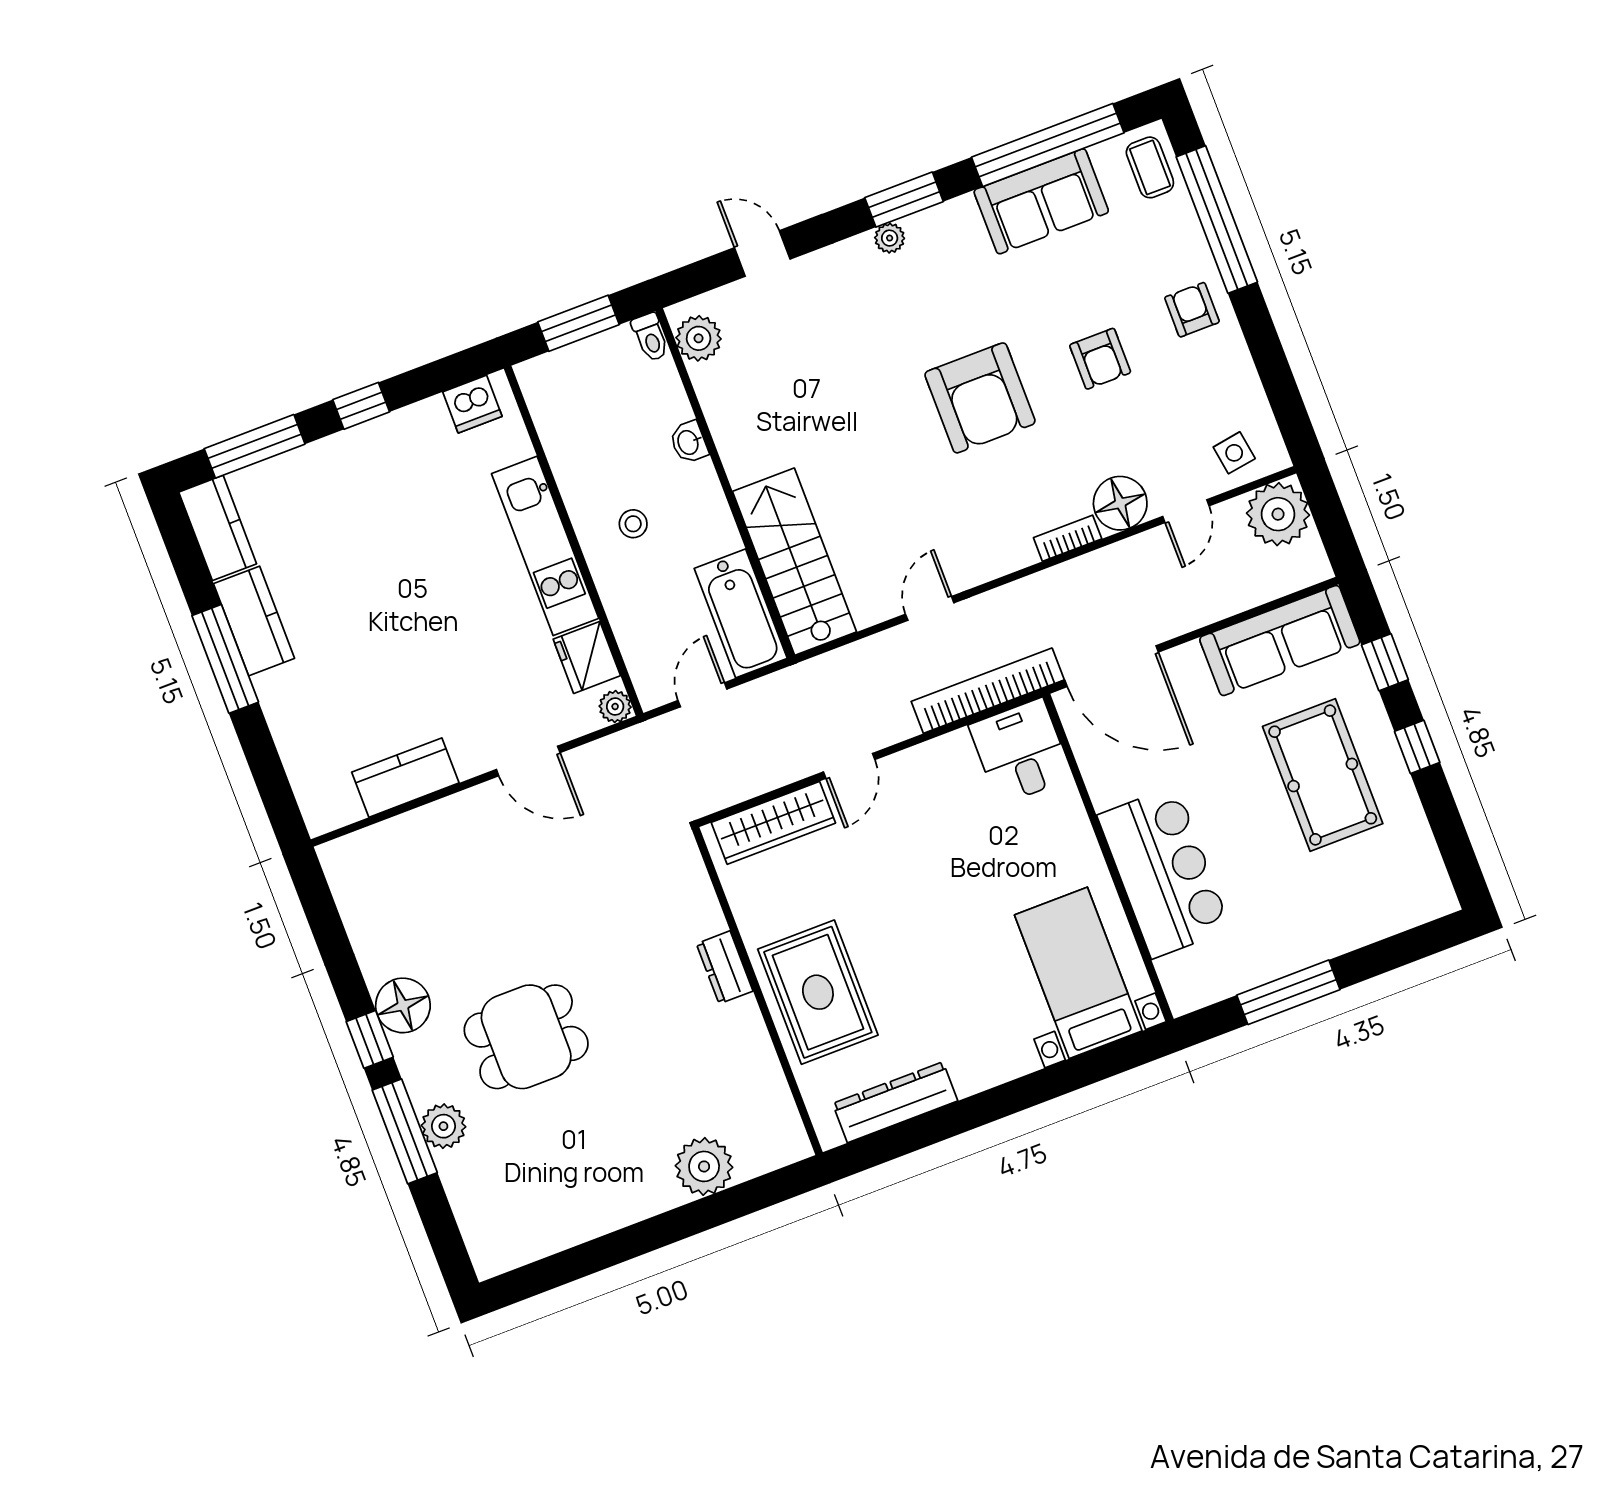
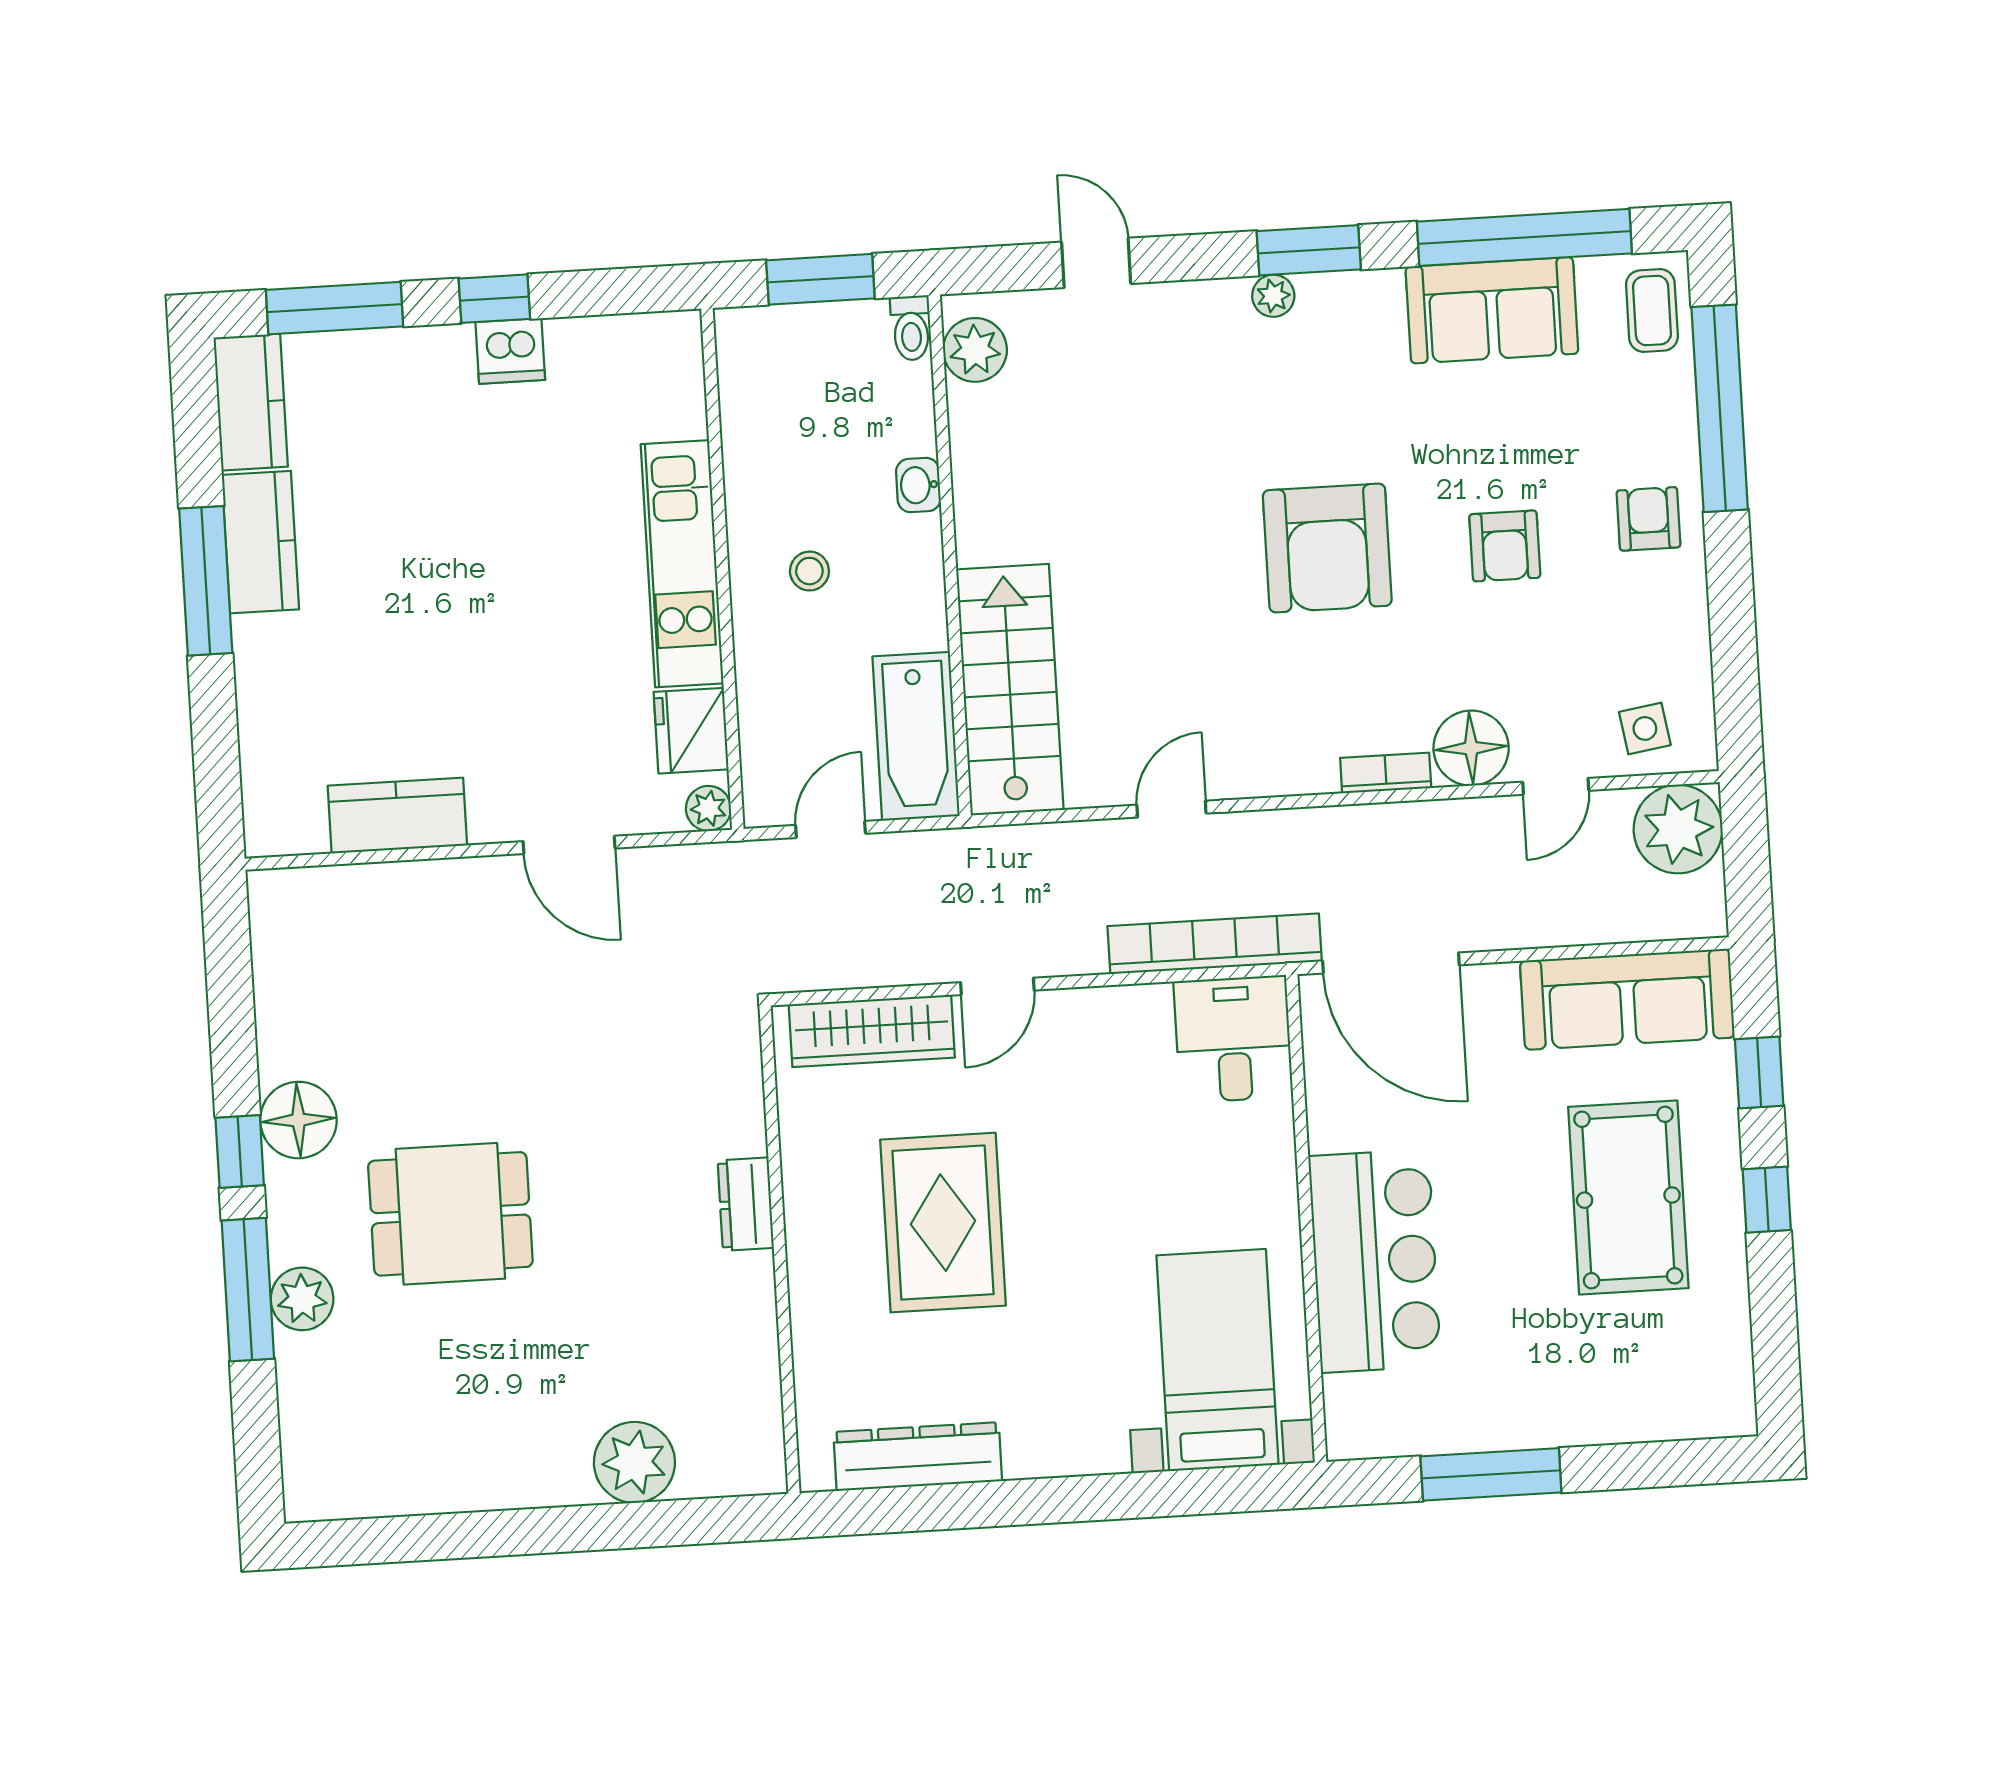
dishwasher: (472, 404) -> (510, 351), moved
rug: (818, 992) -> (943, 1223), moved

